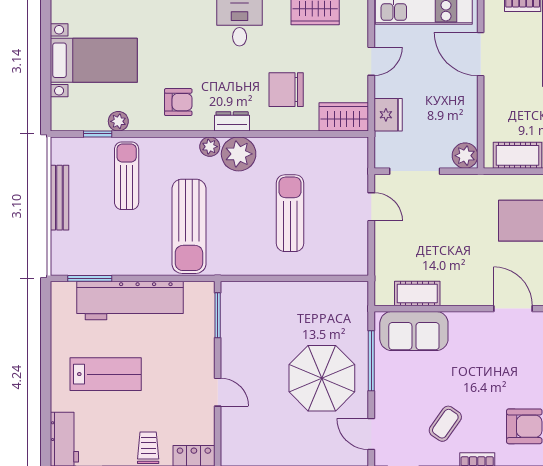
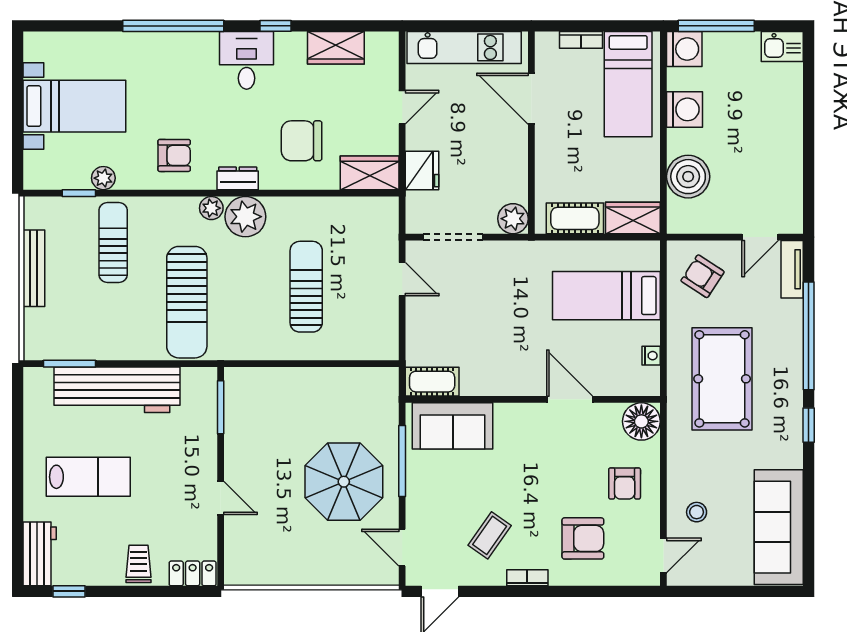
cot: (417, 294) -> (432, 382), moved

